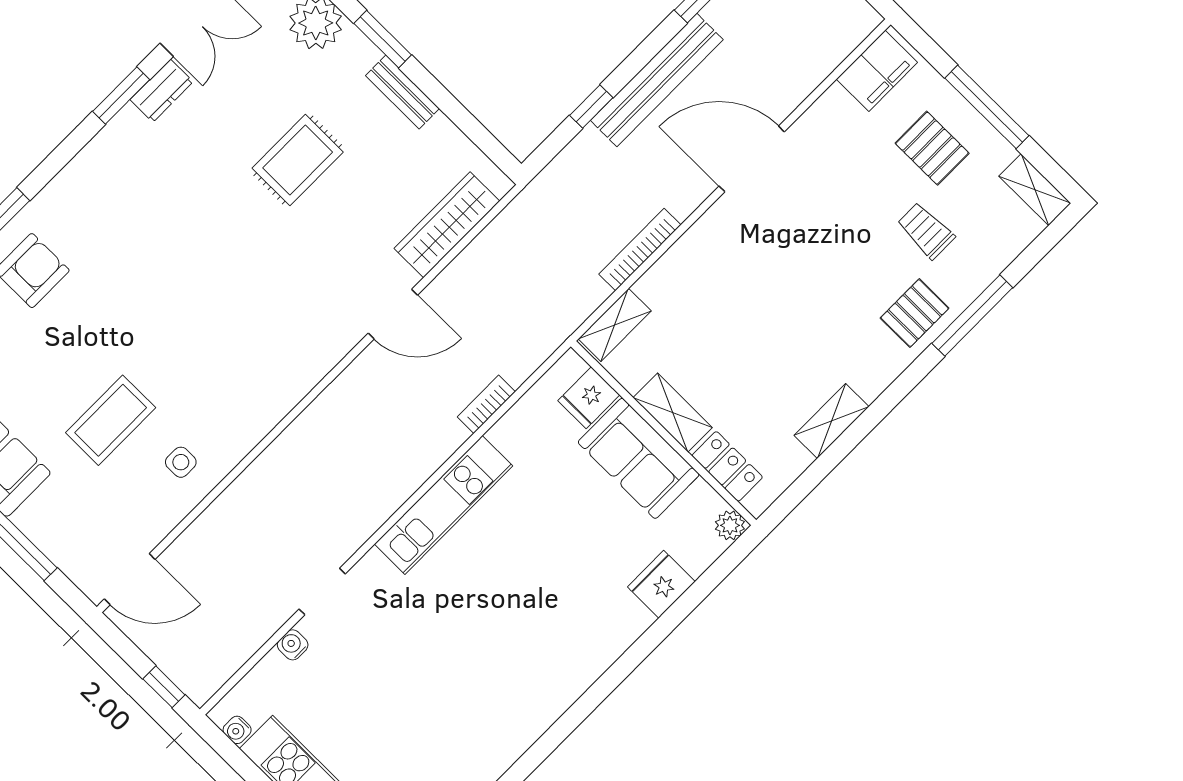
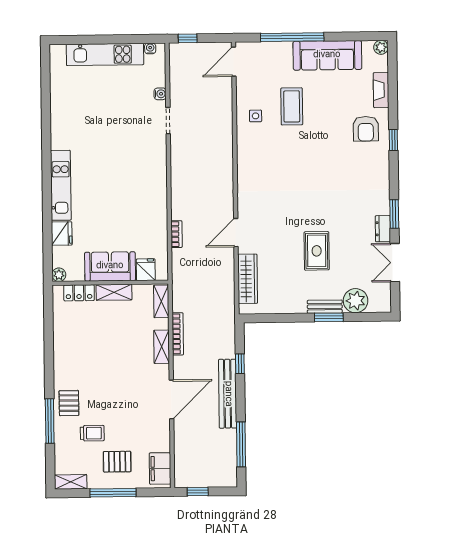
bench: (402, 92) -> (325, 307), moved
shelving: (832, 421) -> (162, 347), moved
kitchen unit: (444, 505) -> (61, 185), moved, turned 180

